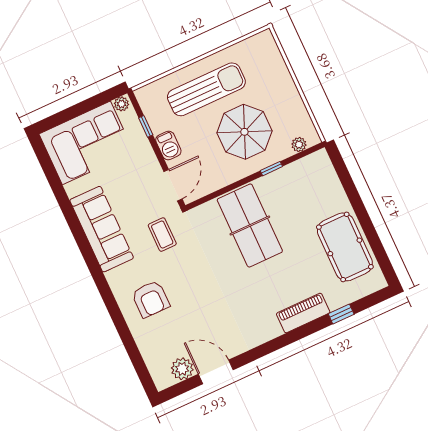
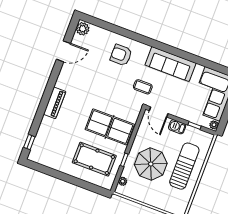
sun lounger: (206, 89) -> (184, 166), turned 180
pool table: (345, 247) -> (94, 159), moved
piano: (303, 313) -> (55, 103), moved
window: (341, 314) -> (29, 142), moved
plant: (182, 369) -> (83, 29), moved

